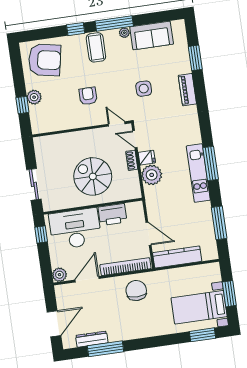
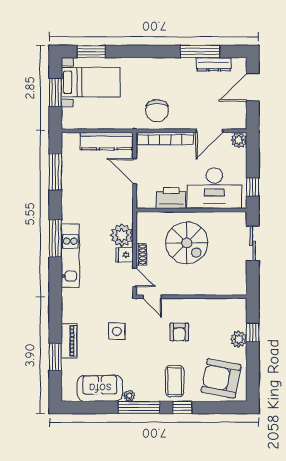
coffee table: (96, 47) -> (175, 381), moved
piano: (187, 90) -> (69, 341), moved
kitchen unit: (198, 173) -> (70, 256), moved

